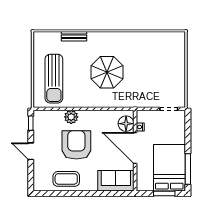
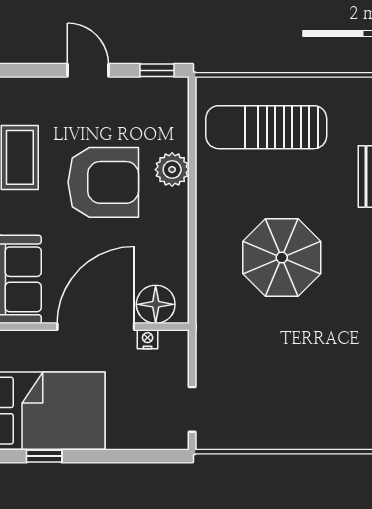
door: (31, 151) -> (88, 70), hinge flipped
window: (188, 169) -> (44, 456), width x0.46

